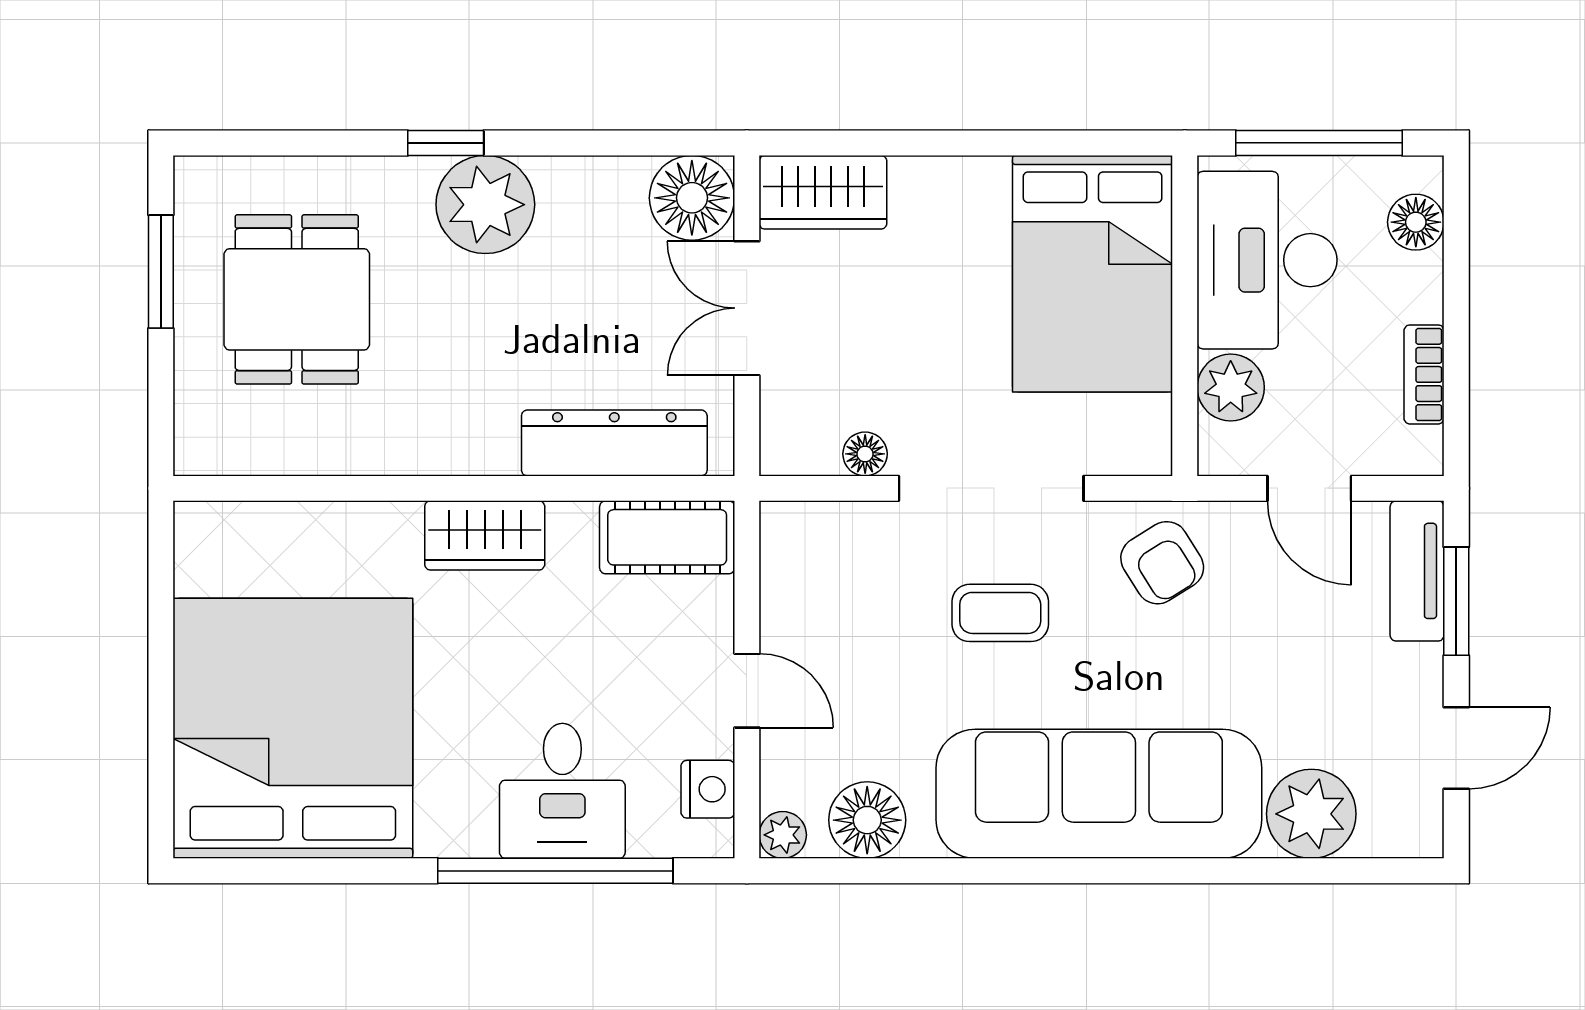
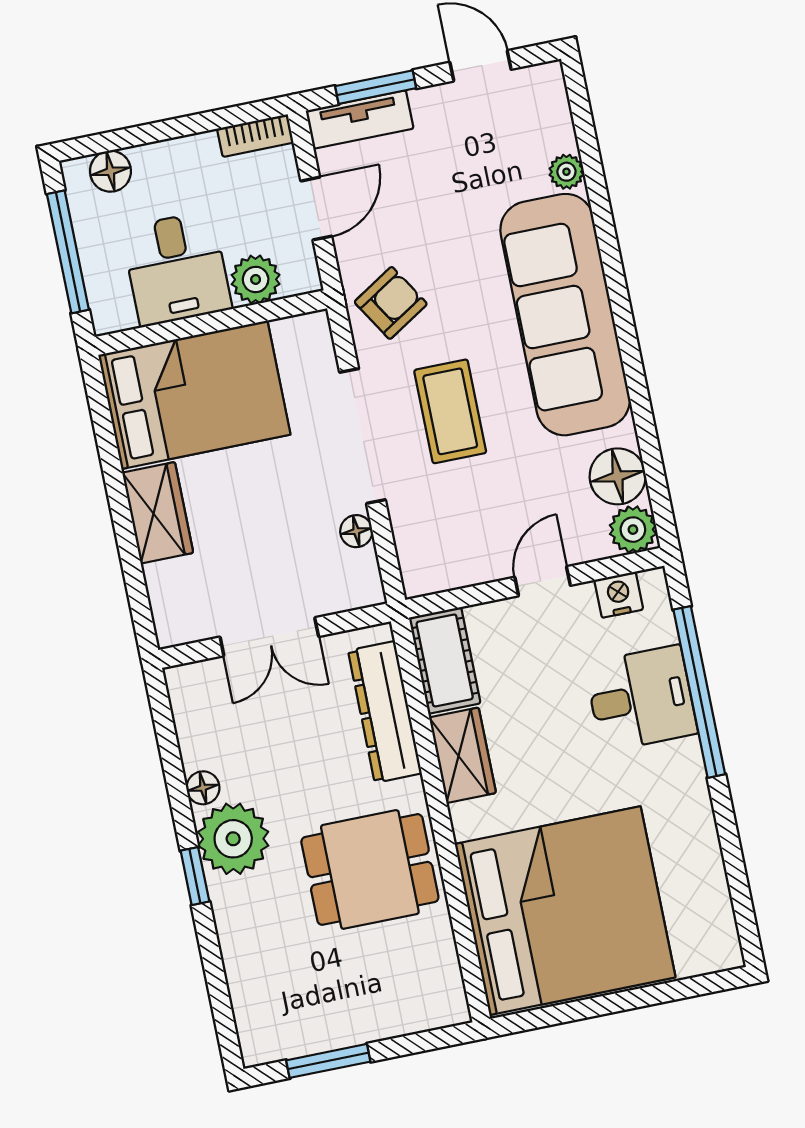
wardrobe: (823, 192) -> (158, 513), moved
floor lamp: (692, 198) -> (203, 788), moved, width x0.53, depth x0.53
desk: (1267, 260) -> (177, 269), width x0.73
dining table: (297, 299) -> (370, 869), moved
bookcase: (1424, 374) -> (255, 136), moved
wardrobe: (485, 535) -> (462, 755), moved
coffee table: (1000, 613) -> (450, 411), width x1.36, depth x1.30
bed: (293, 728) -> (565, 911), moved, turned 180
plant: (1311, 814) -> (566, 172), width x0.53, depth x0.53
plant: (783, 835) -> (633, 530), width x1.38, depth x1.38

